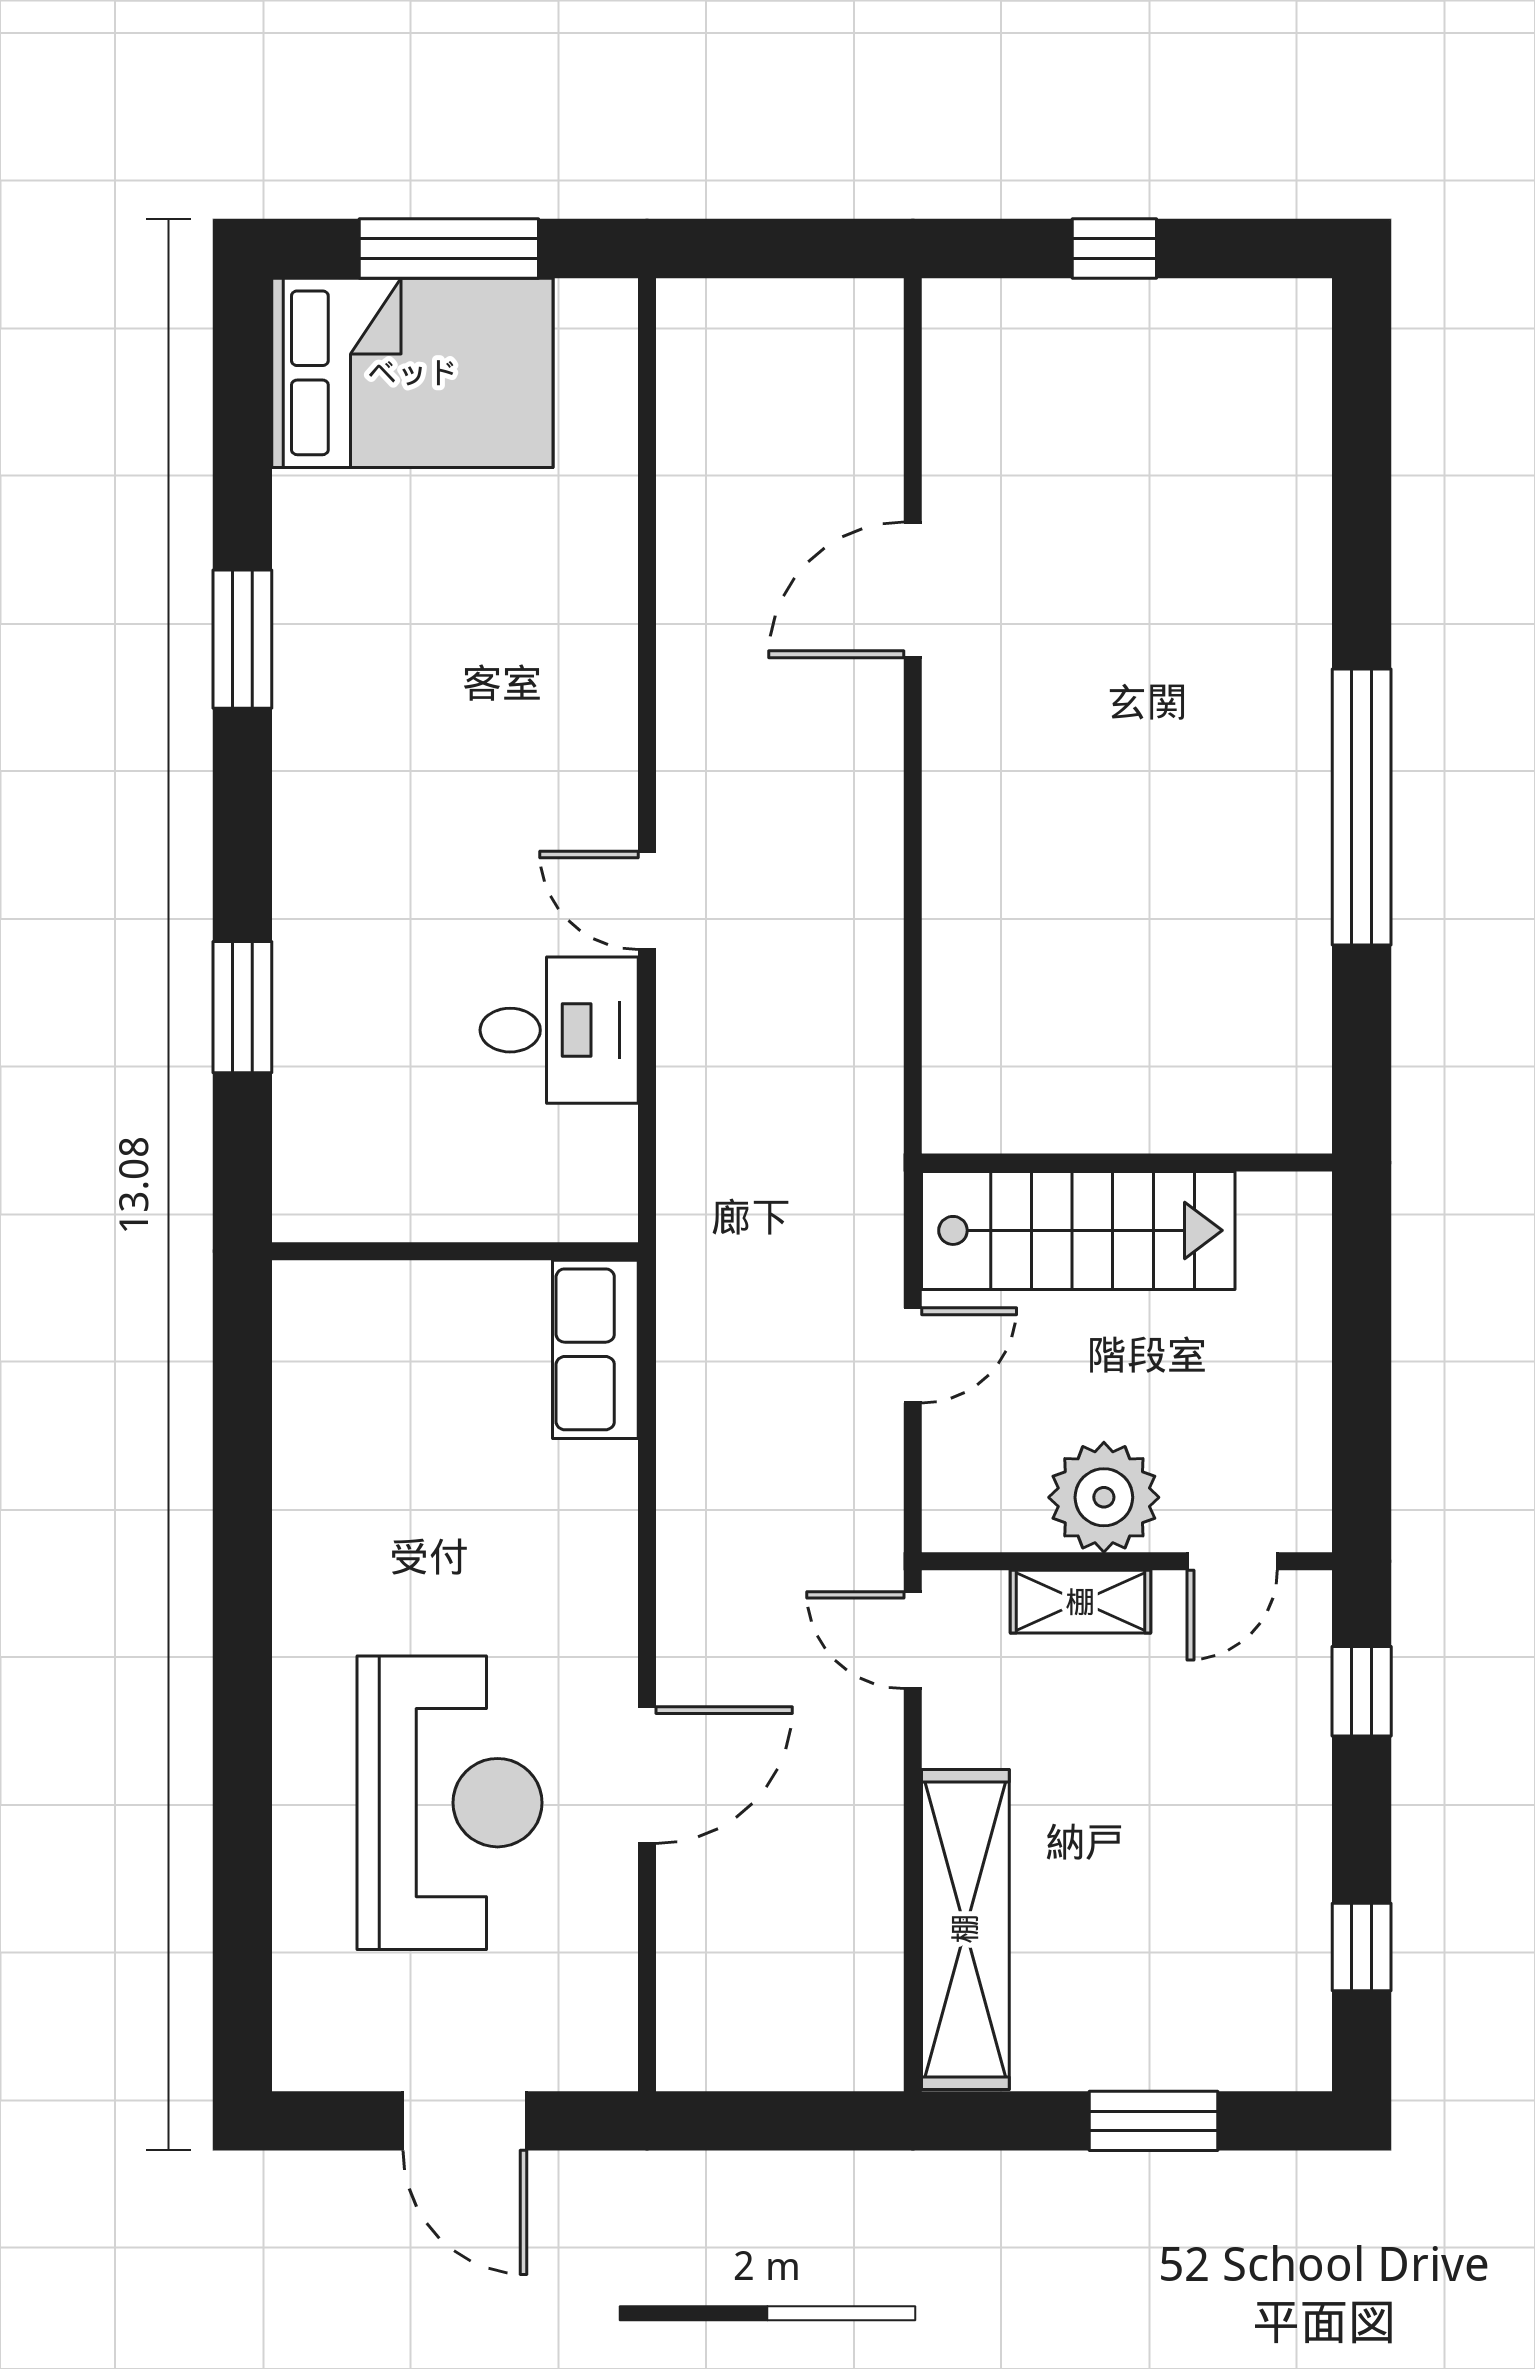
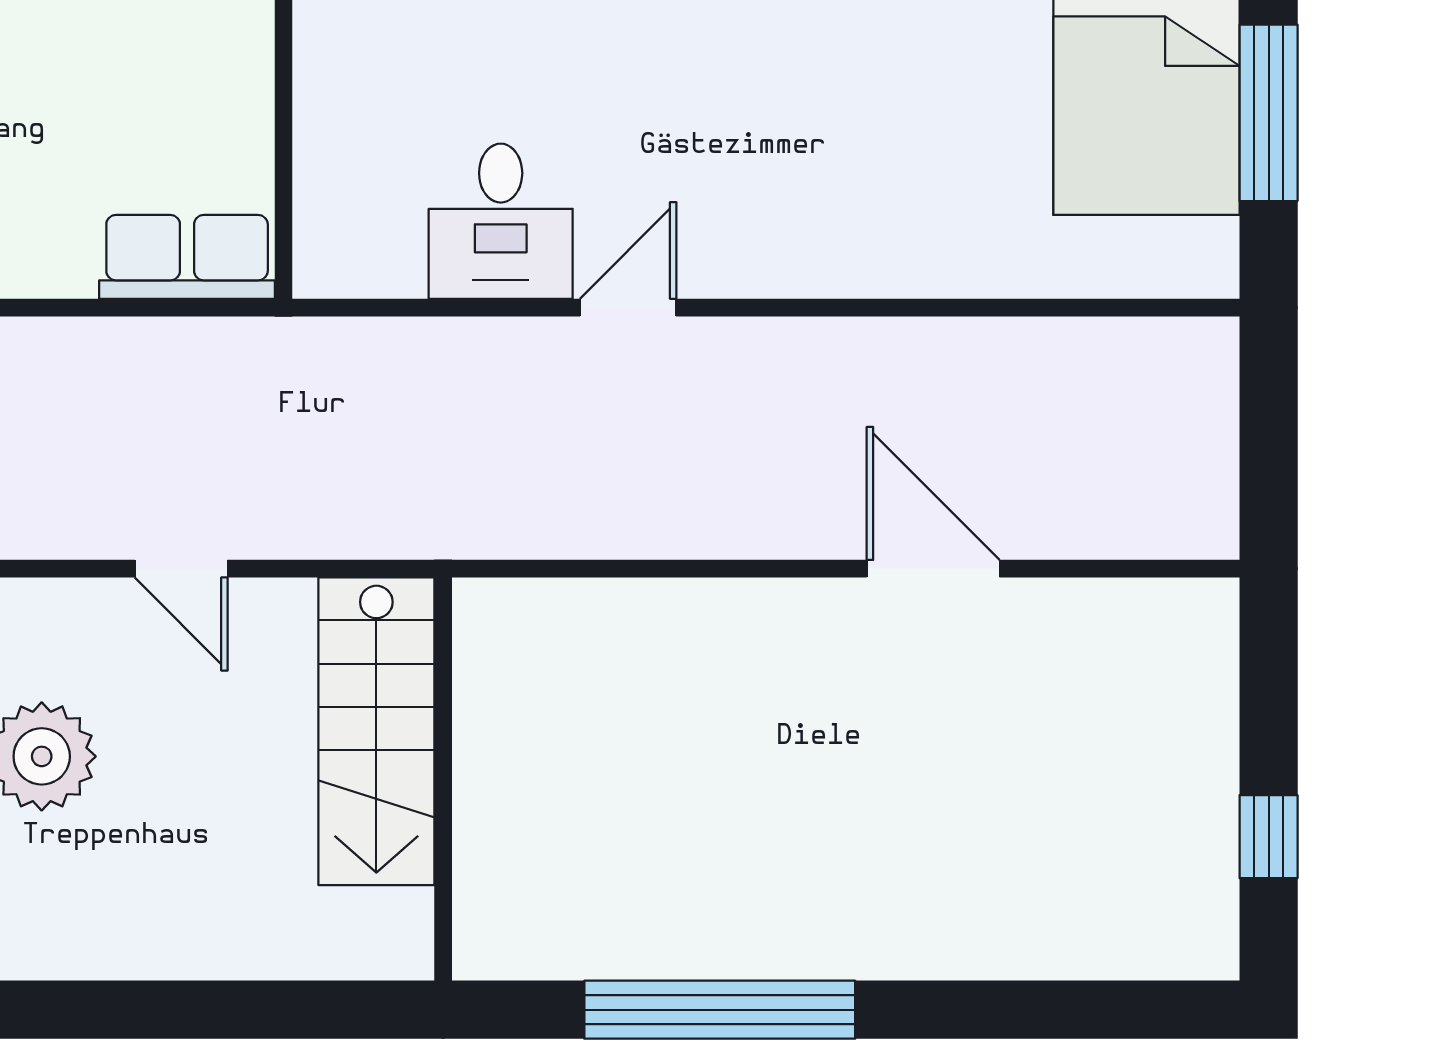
window: (1114, 249) -> (1269, 837), moved
wall: (1127, 1163) -> (443, 779), moved
stairs: (1078, 1230) -> (376, 731), moved

